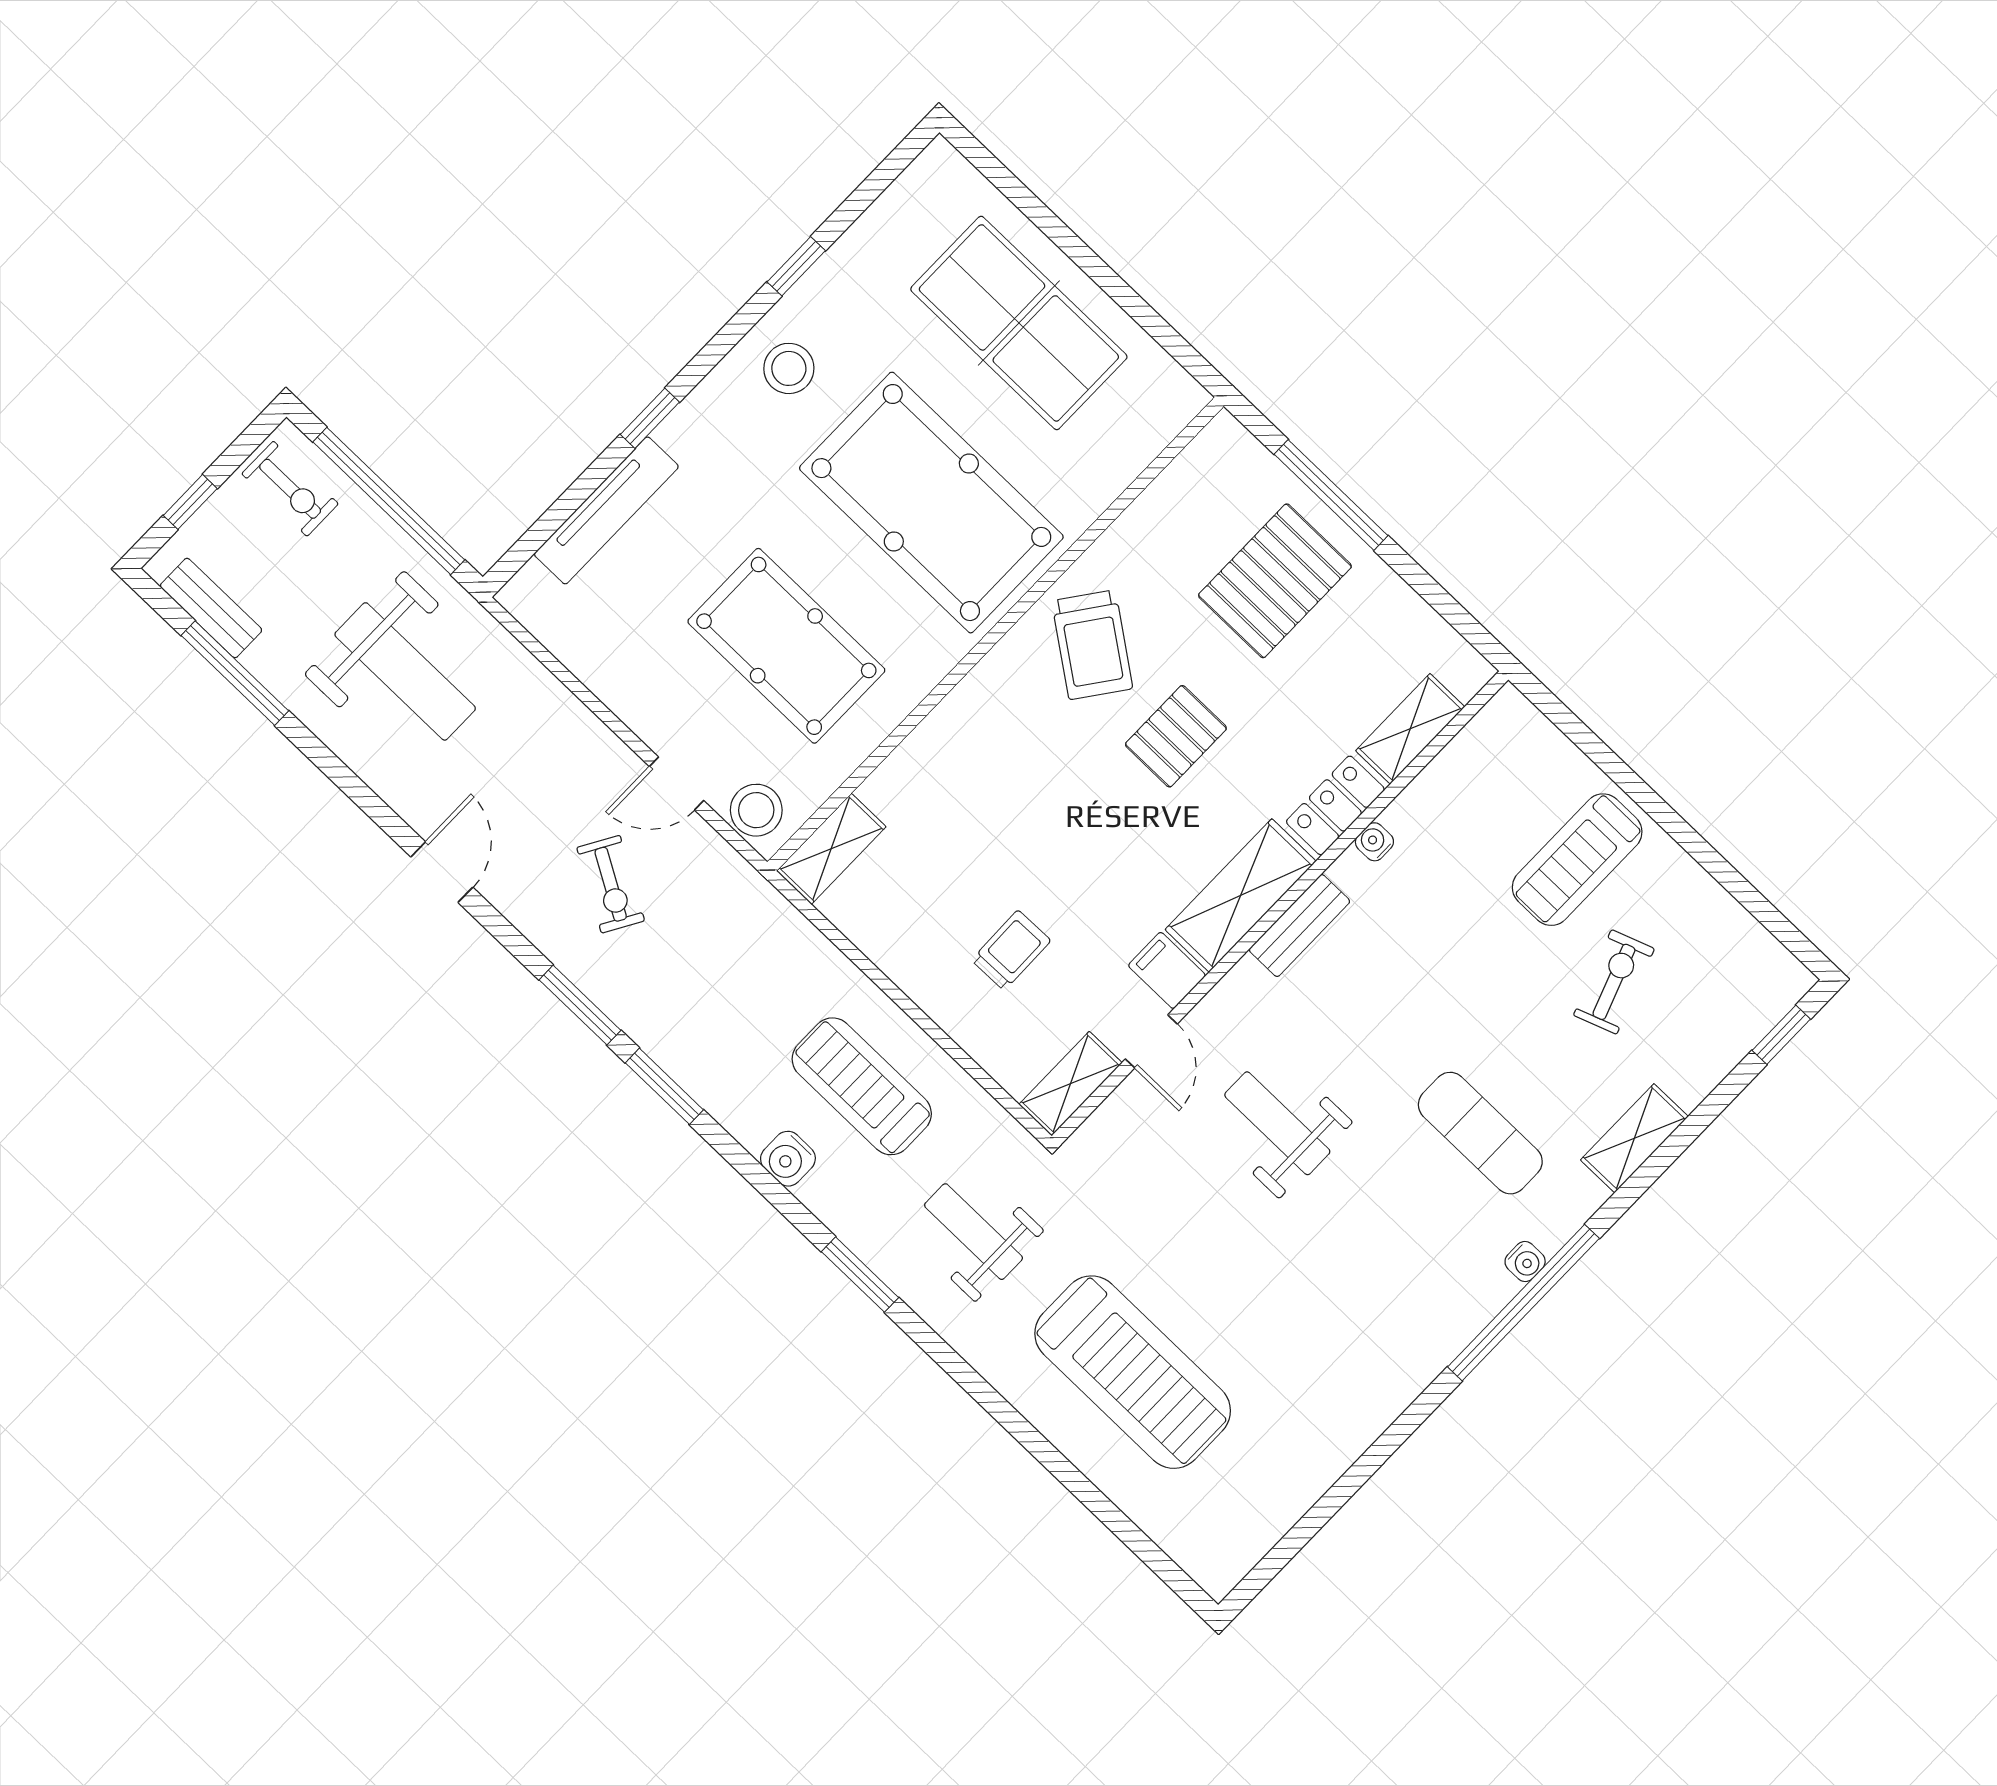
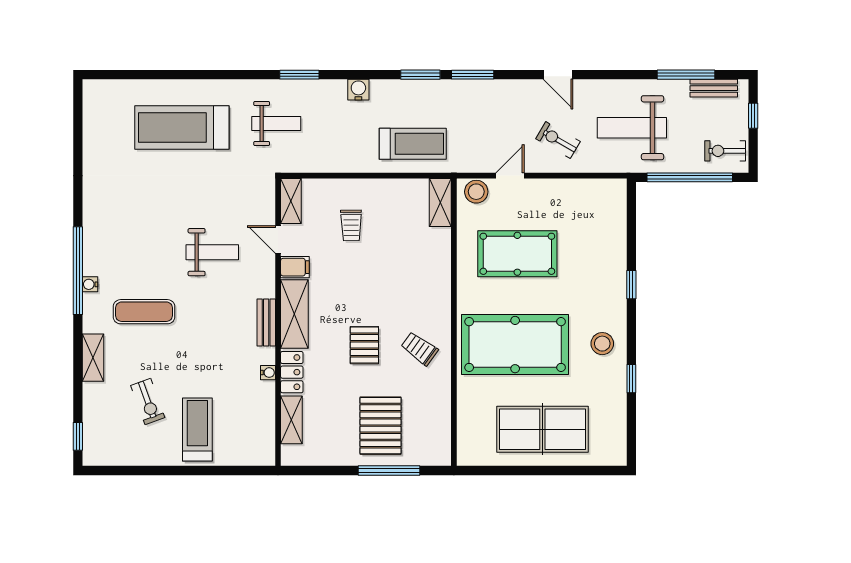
tv unit: (606, 510) -> (617, 242), removed
trolley: (1092, 645) -> (420, 349), width x0.73, depth x0.72
exercise bike: (611, 884) -> (558, 140), moved
treadmill: (862, 1086) -> (413, 144), moved

